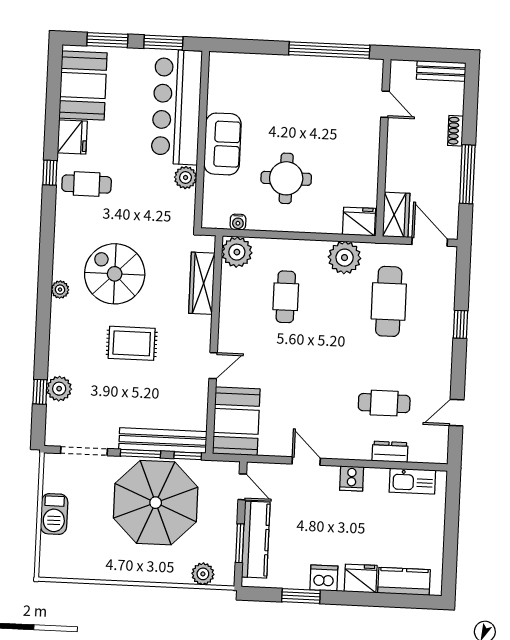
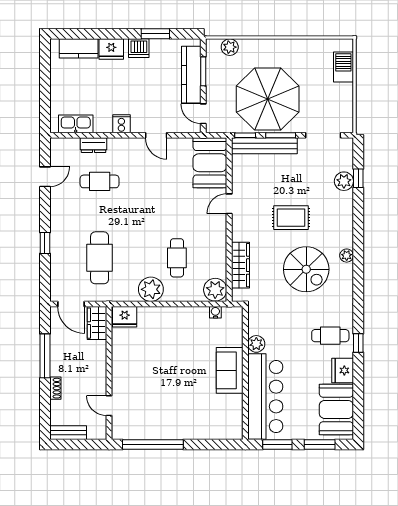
round table: (286, 178) -> (181, 347), removed
plant: (345, 258) -> (151, 289), moved
barbecue: (54, 514) -> (343, 67), moved

